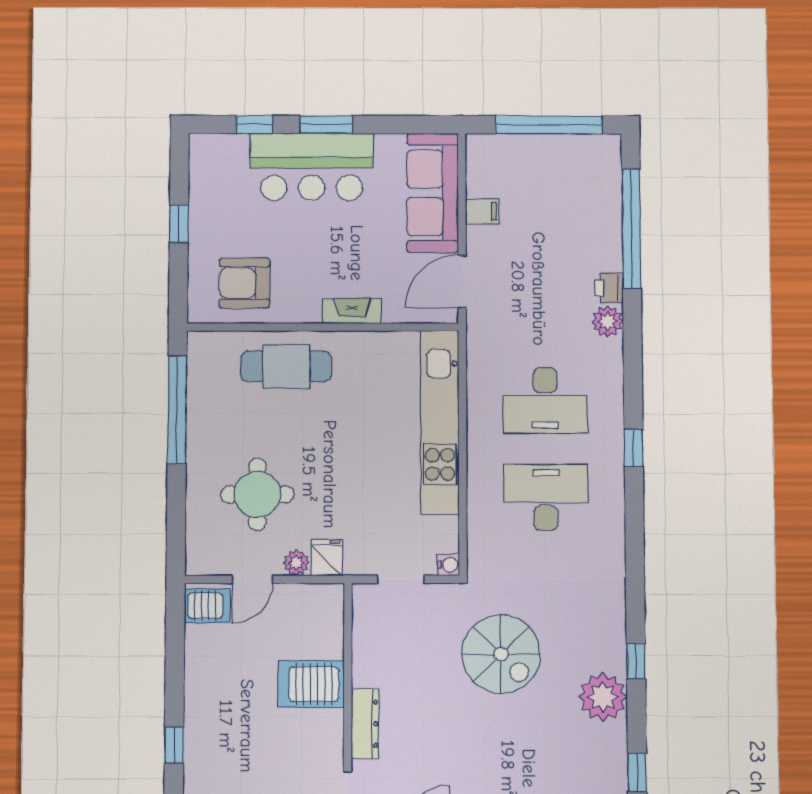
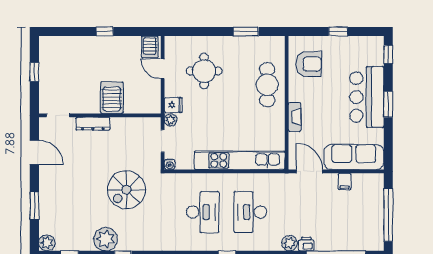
window: (254, 124) -> (388, 54), moved
armchair: (244, 283) -> (309, 64), turned 90
window: (177, 410) -> (246, 31), width x0.47
plant: (296, 563) -> (171, 120), moved
window: (174, 745) -> (105, 31), moved

